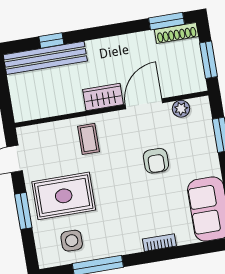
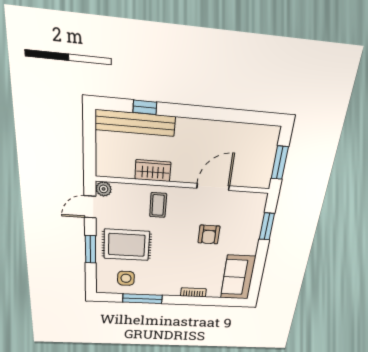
window: (167, 21) -> (256, 118), removed
shoe rack: (176, 33) -> (261, 131), removed
wardrobe: (103, 97) -> (153, 171), moved
plant: (181, 109) -> (104, 189), moved

